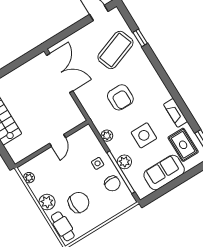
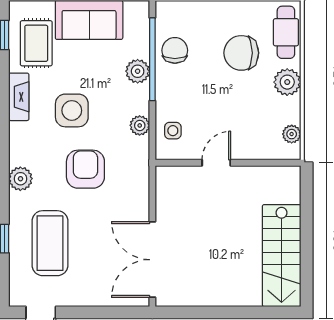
coffee table: (115, 50) -> (50, 243), turned -70
plant: (150, 73) -> (20, 179), added
side table: (144, 135) -> (72, 110), moved
side table: (98, 163) -> (173, 131), moved

